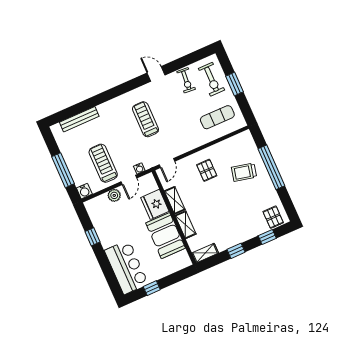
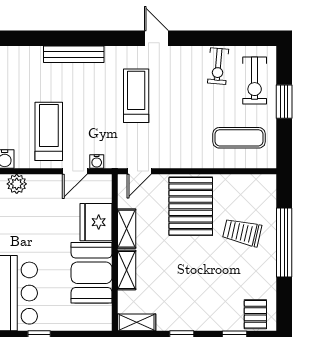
door: (156, 74) -> (156, 38), moved
bench: (79, 119) -> (74, 54), moved
pallet: (207, 170) -> (191, 206), width x2.05, depth x2.00
plant: (114, 195) -> (17, 184), moved

